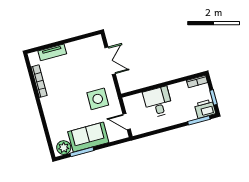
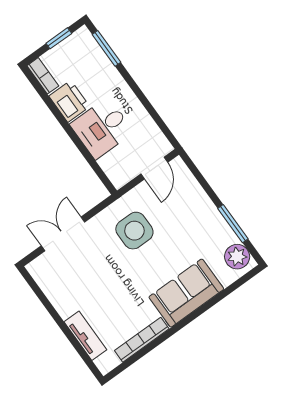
printer: (205, 109) -> (69, 101), moved, turned 180
sofa: (88, 137) -> (186, 293), moved, turned 90

